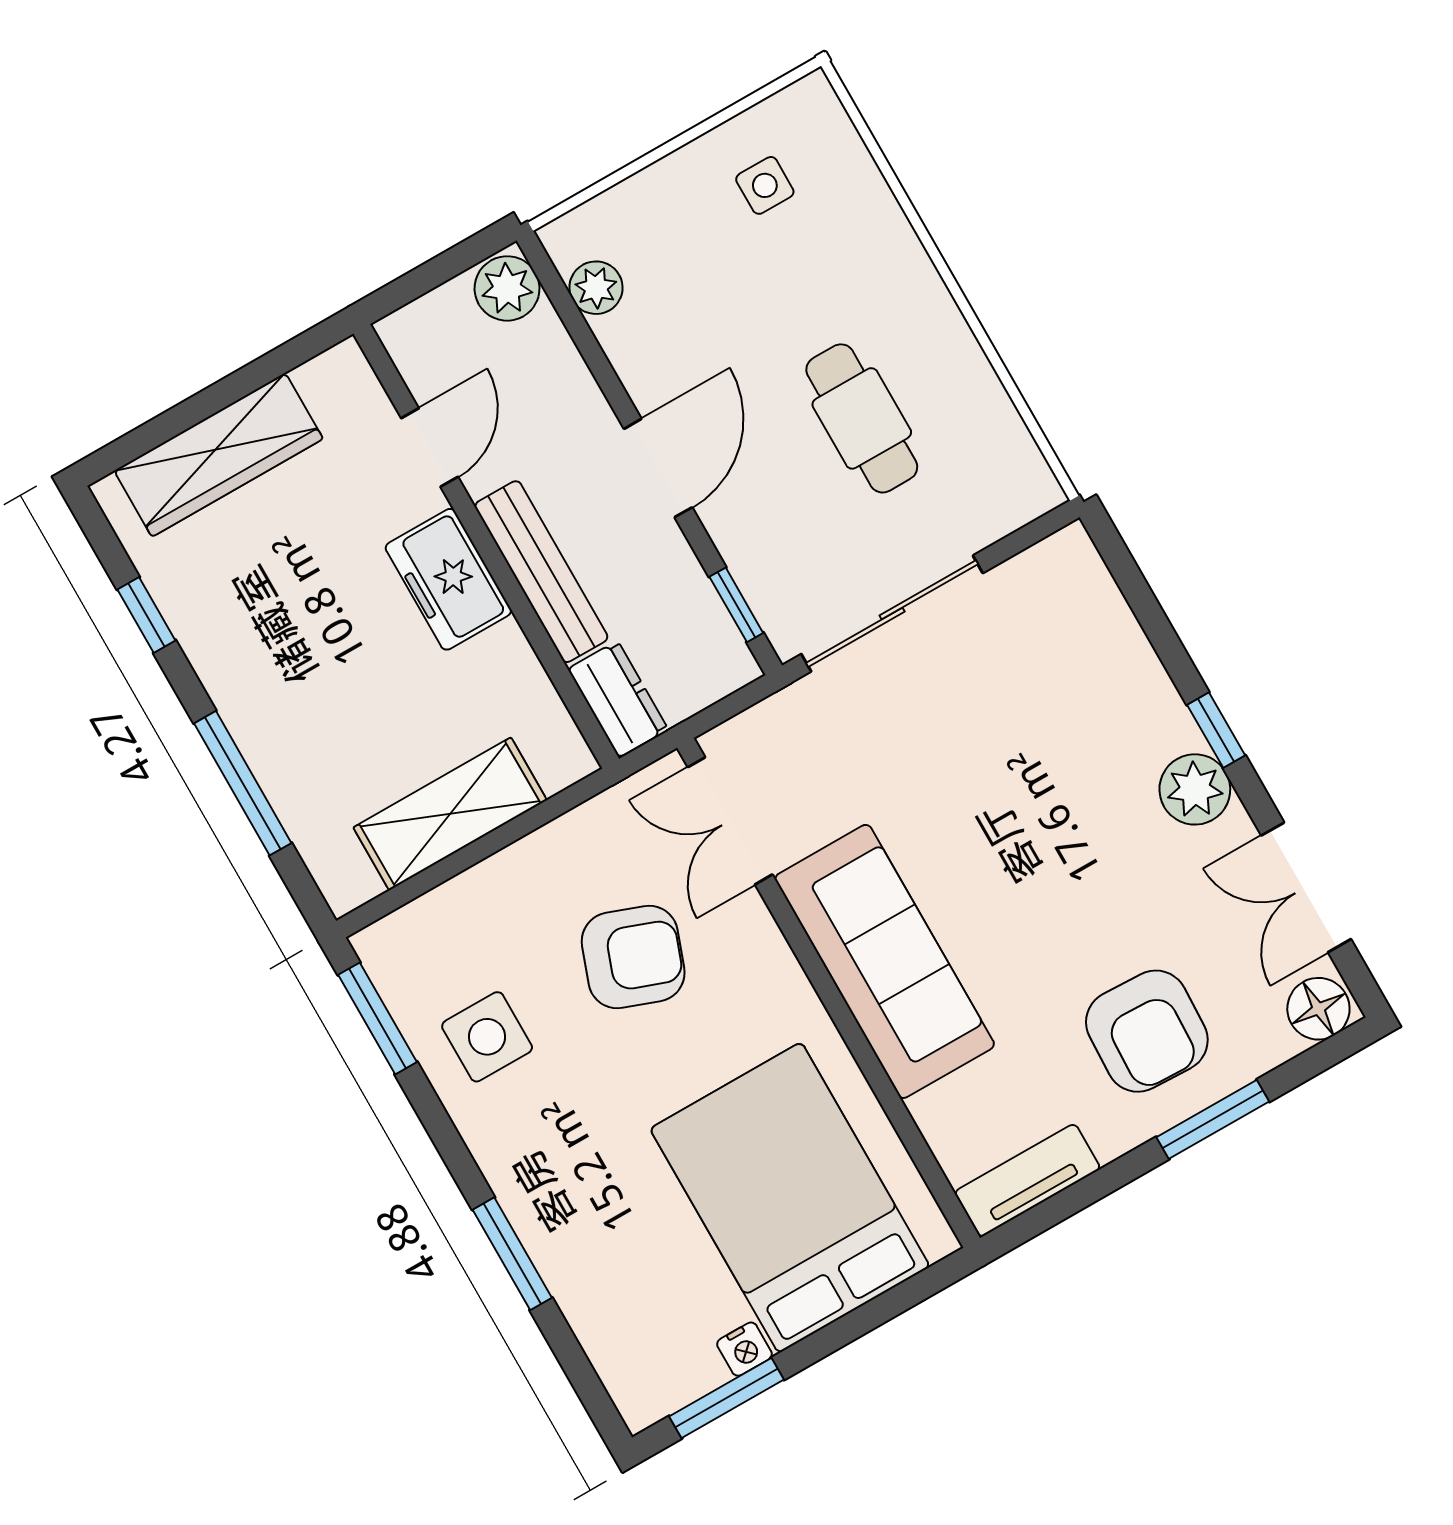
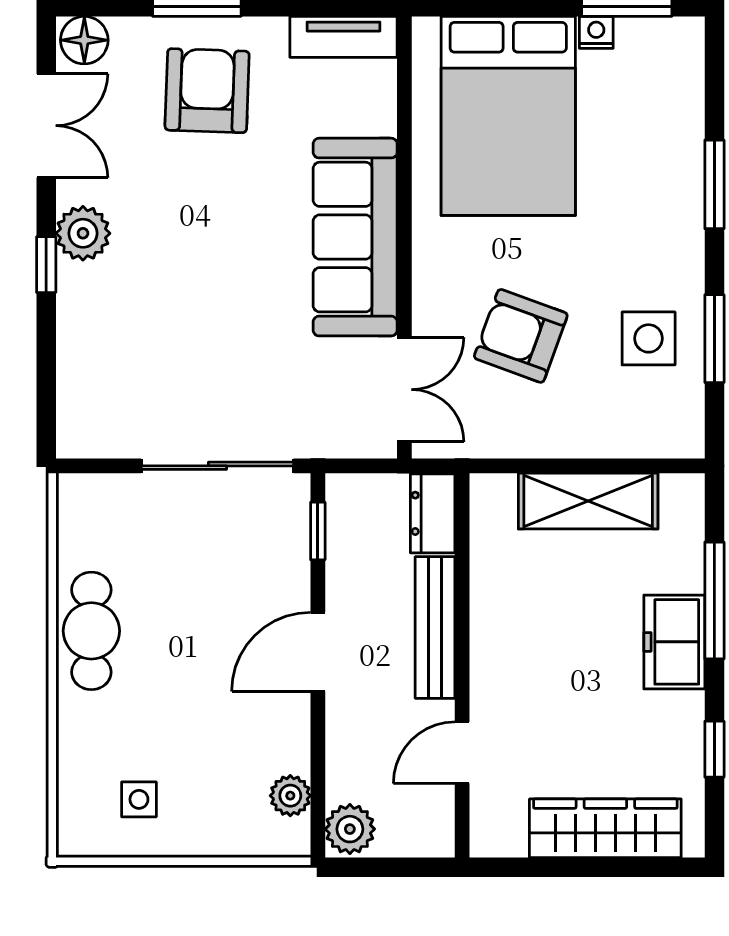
cafe table: (862, 418) -> (91, 631), moved
freezer: (448, 579) -> (674, 642), moved, turned 180
window: (378, 1018) -> (714, 339), moved

